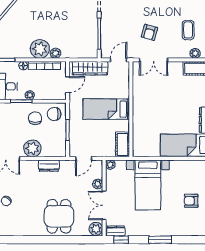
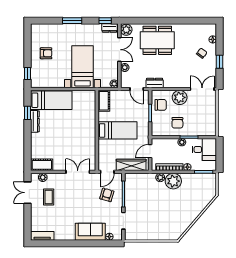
armchair: (149, 32) -> (107, 195), moved
chair: (54, 114) -> (161, 105), moved
door: (84, 158) -> (137, 89), swing flipped
dresser: (49, 166) -> (155, 83), moved
dining table: (59, 216) -> (157, 40), width x1.38

